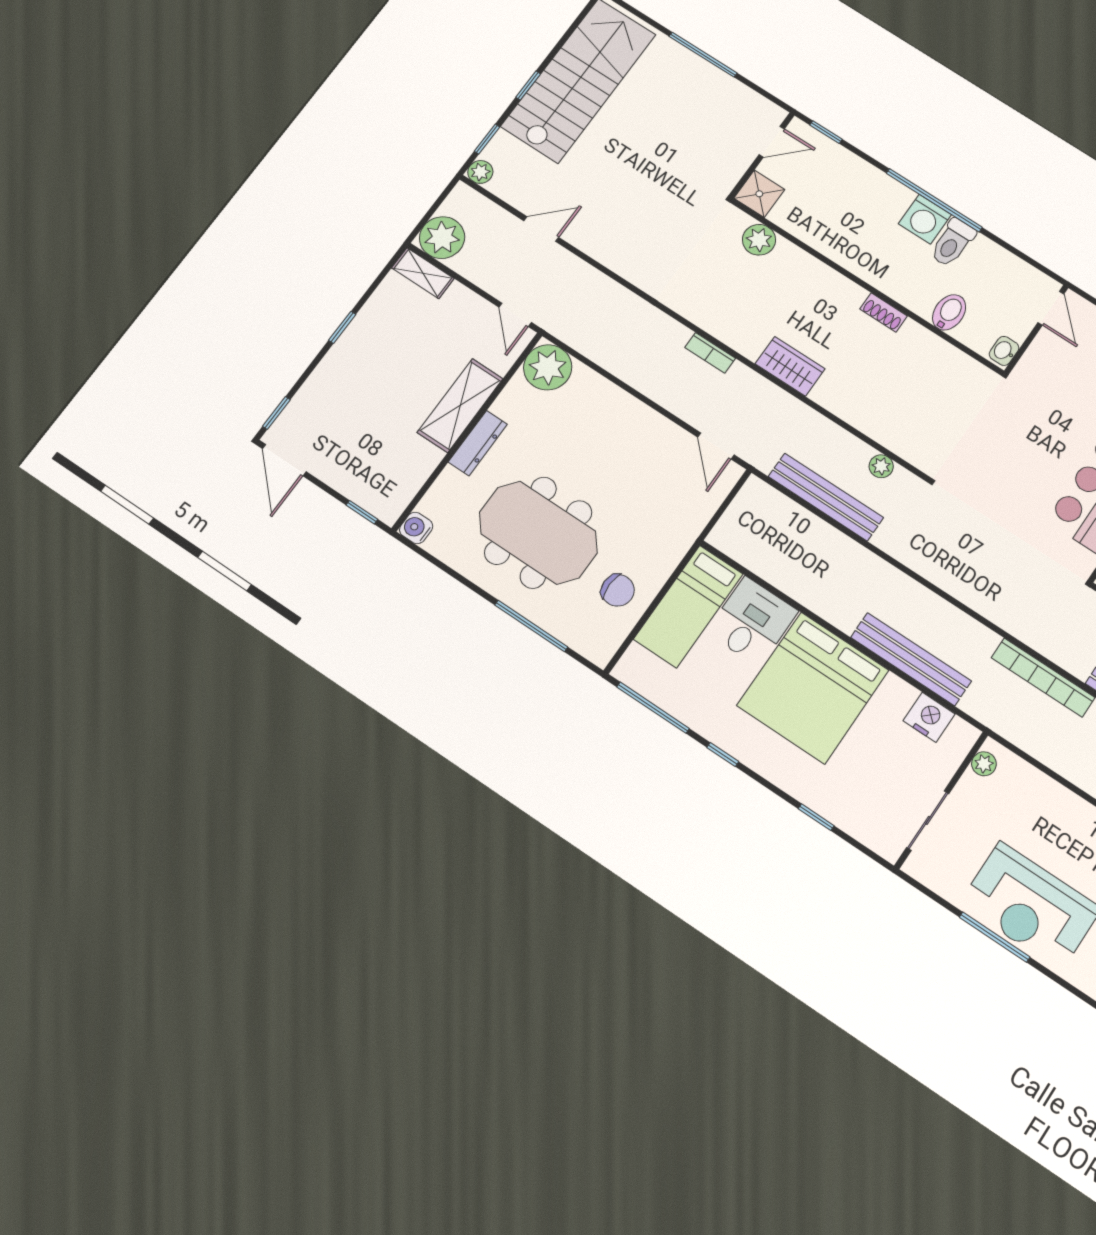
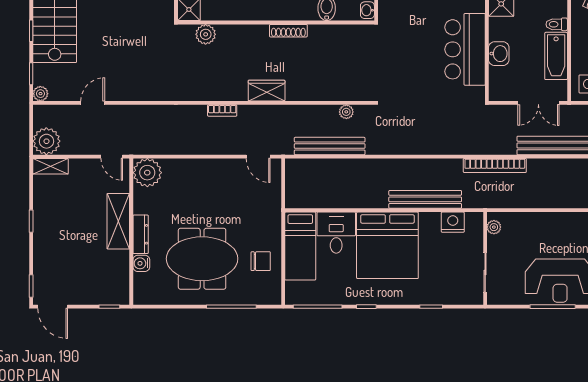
shoe rack: (883, 313) -> (288, 31), width x1.43
water cooler: (416, 528) -> (141, 263), moved

